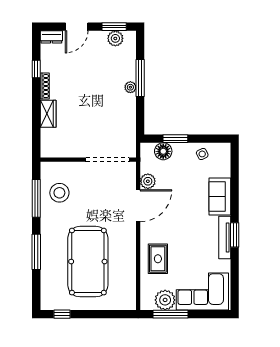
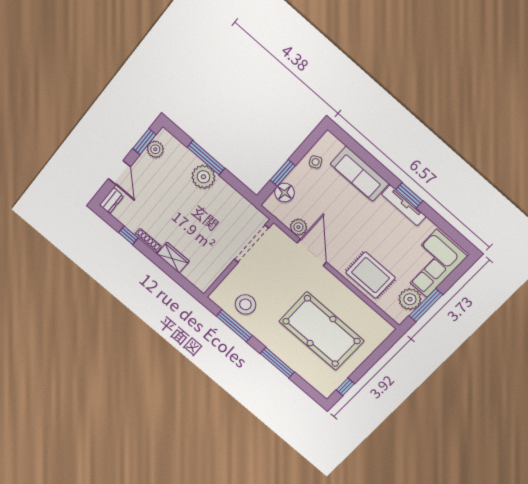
plant: (130, 87) -> (203, 177), width x1.87, depth x1.87
sofa: (220, 196) -> (360, 174), width x1.36
rug: (158, 259) -> (370, 275), width x1.36, depth x1.43

